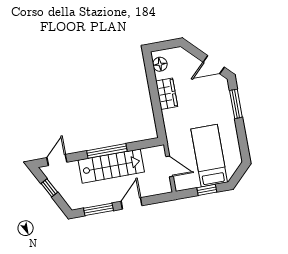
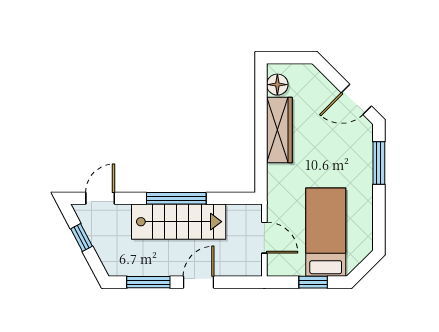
wardrobe: (167, 94) -> (279, 130), width x1.50

